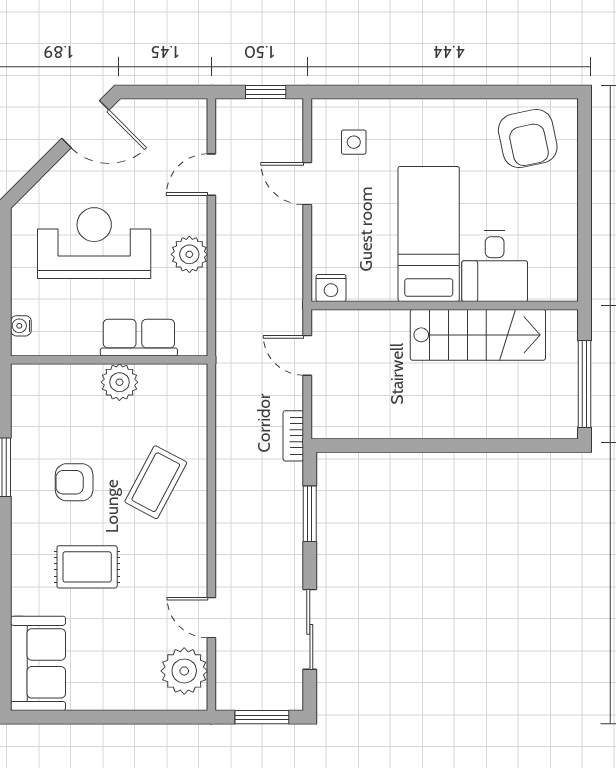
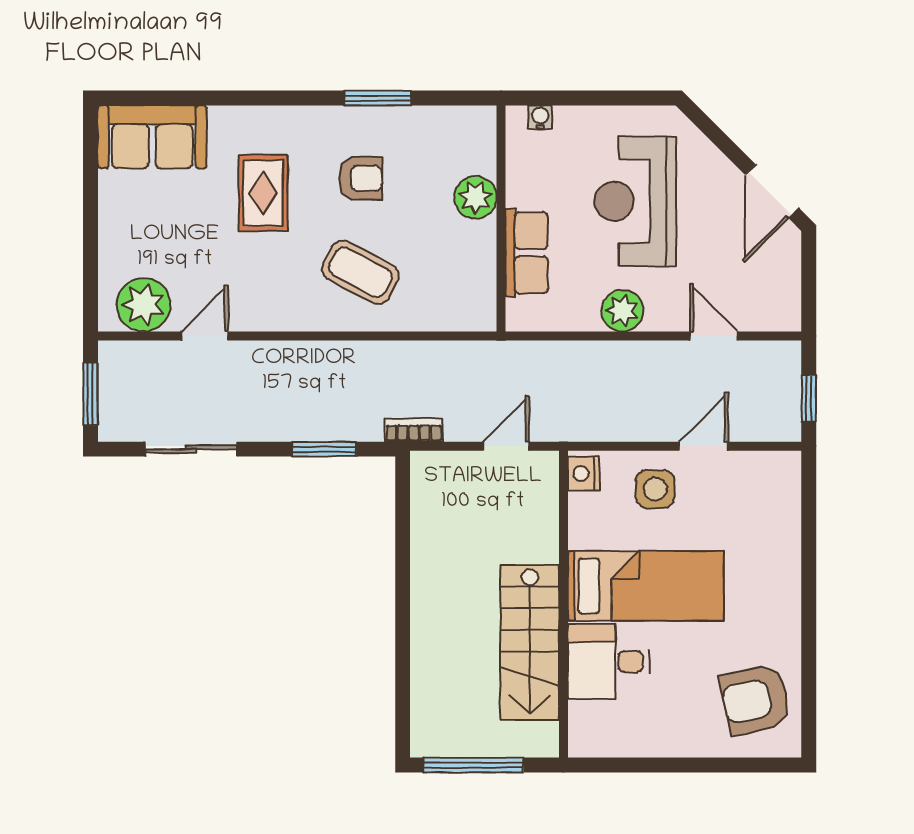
side table: (354, 142) -> (655, 489), moved, width x1.37, depth x1.37
reception desk: (94, 243) -> (635, 201), turned 180
plant: (119, 382) -> (475, 197), moved
armchair: (74, 482) -> (360, 178), turned 90

